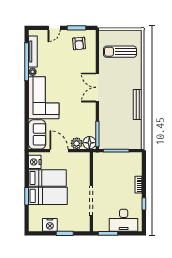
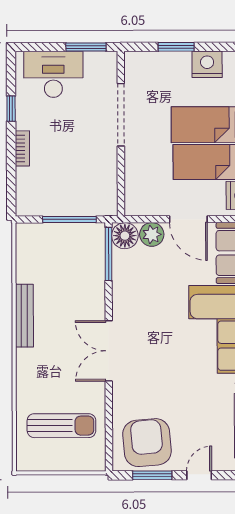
armchair: (79, 43) -> (147, 443), width x1.88, depth x1.88
double door: (97, 87) -> (109, 351), swing flipped

